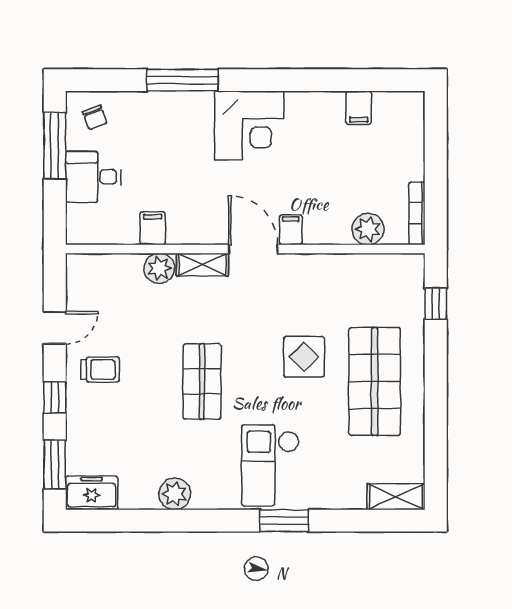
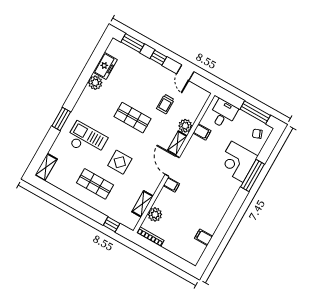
corner desk: (249, 126) -> (237, 162), moved
desk: (93, 177) -> (223, 114), moved
door: (253, 249) -> (172, 166), swing flipped
shelving: (361, 266) -> (142, 204), added
trolley: (100, 369) -> (165, 104), moved
shop shelf: (375, 381) -> (95, 184), width x0.70, depth x0.74
checkout: (270, 465) -> (86, 140), moved
freezer: (92, 493) -> (105, 66), moved

